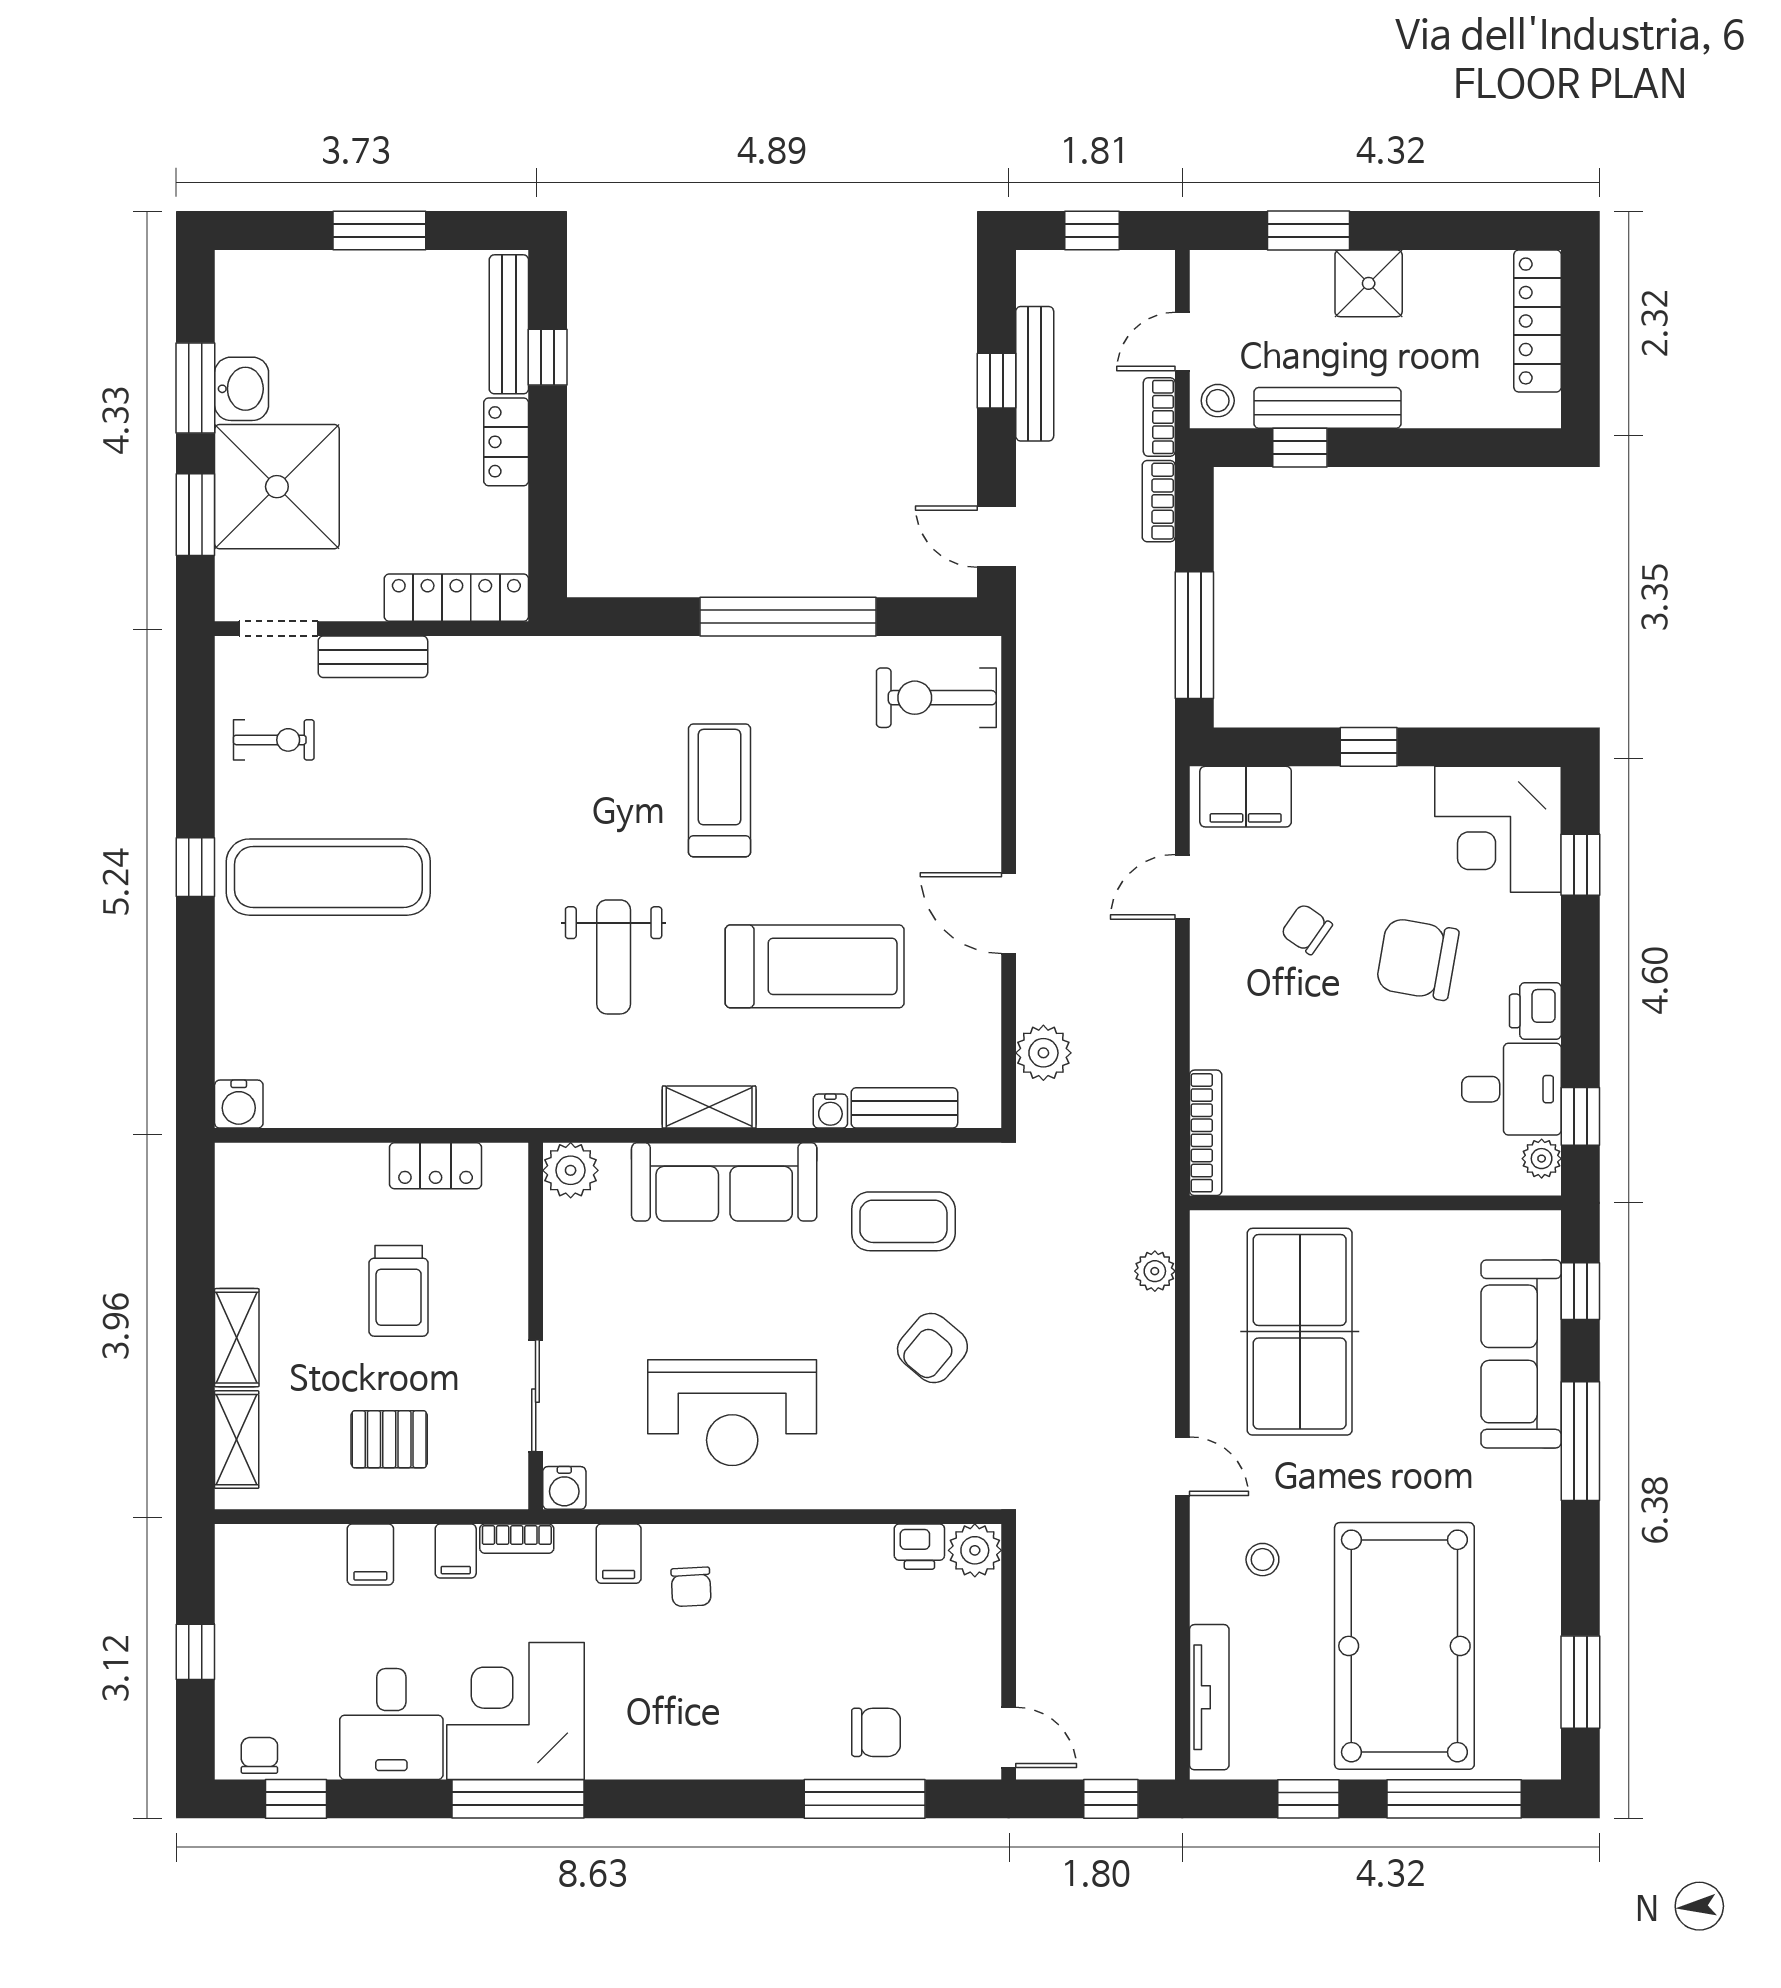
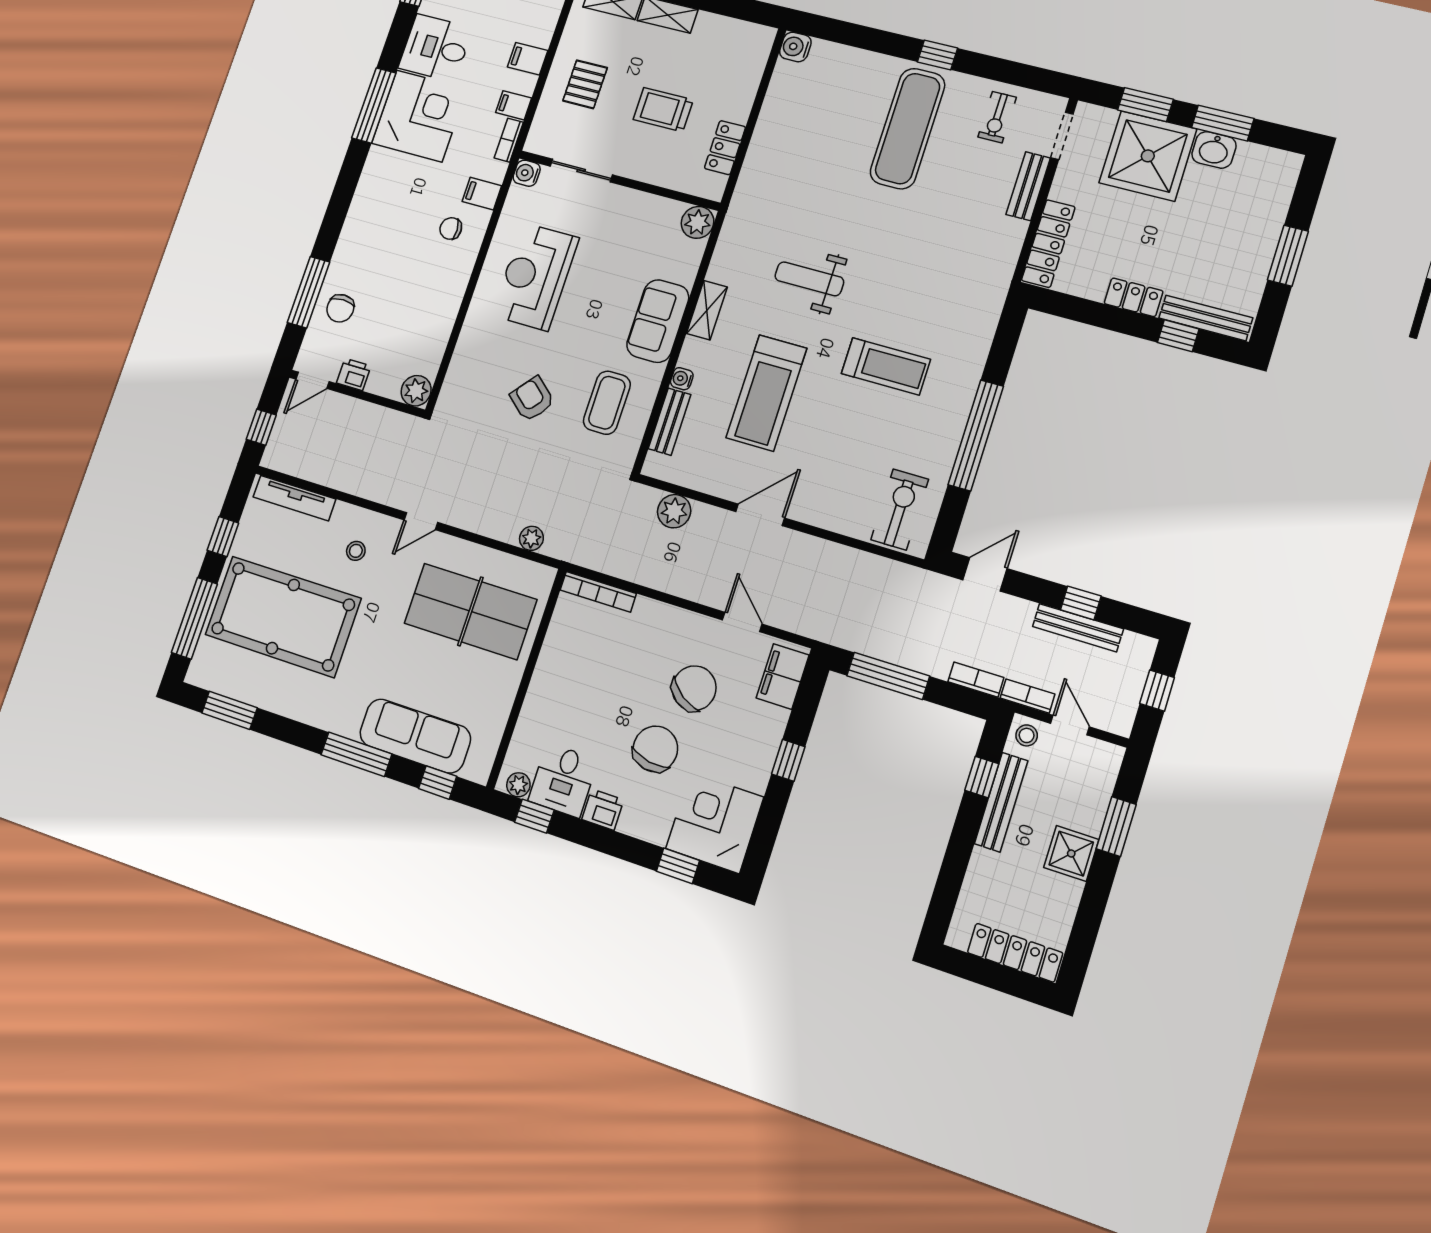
chair: (1307, 929) -> (694, 688), width x1.87, depth x1.87
sofa: (724, 1182) -> (658, 321), width x0.73
printer: (919, 1547) -> (354, 374), moved, turned 90

